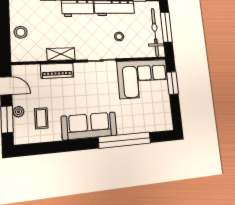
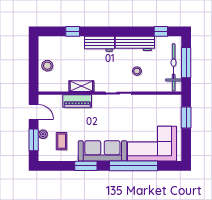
corner sofa: (143, 79) -> (152, 144), moved, turned 180
window: (72, 145) -> (86, 166), added

